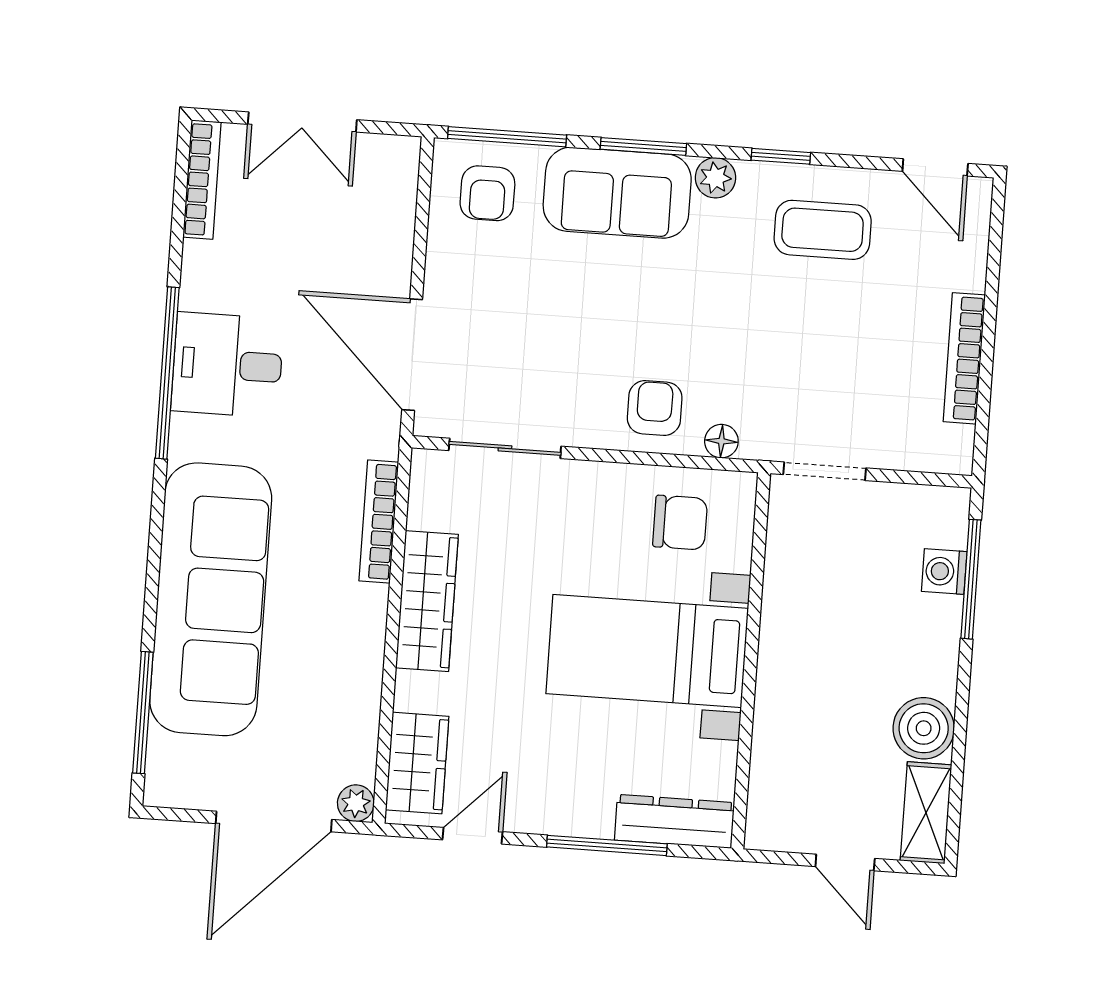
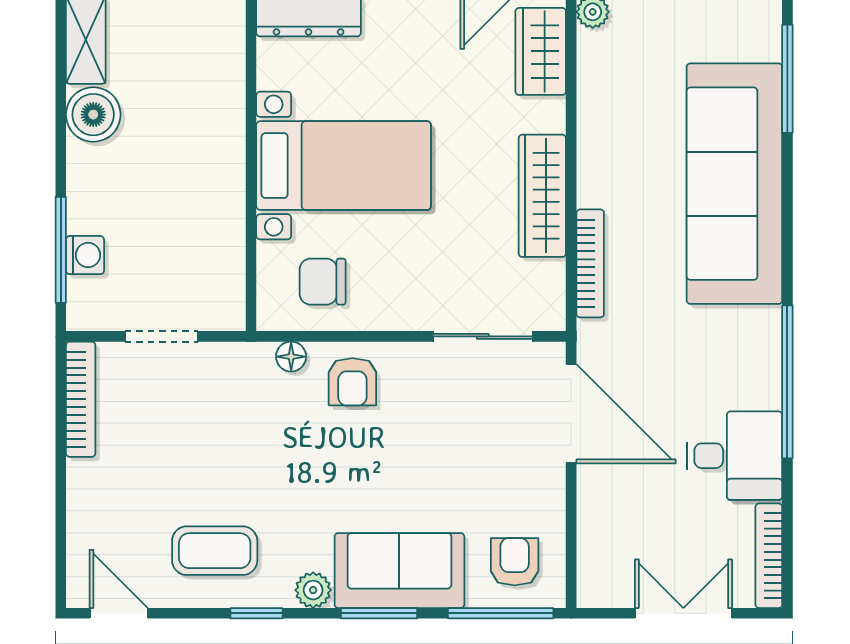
bookcase: (964, 358) -> (81, 399), moved
desk: (227, 365) -> (734, 456), moved
doorway: (825, 471) -> (162, 336), moved

